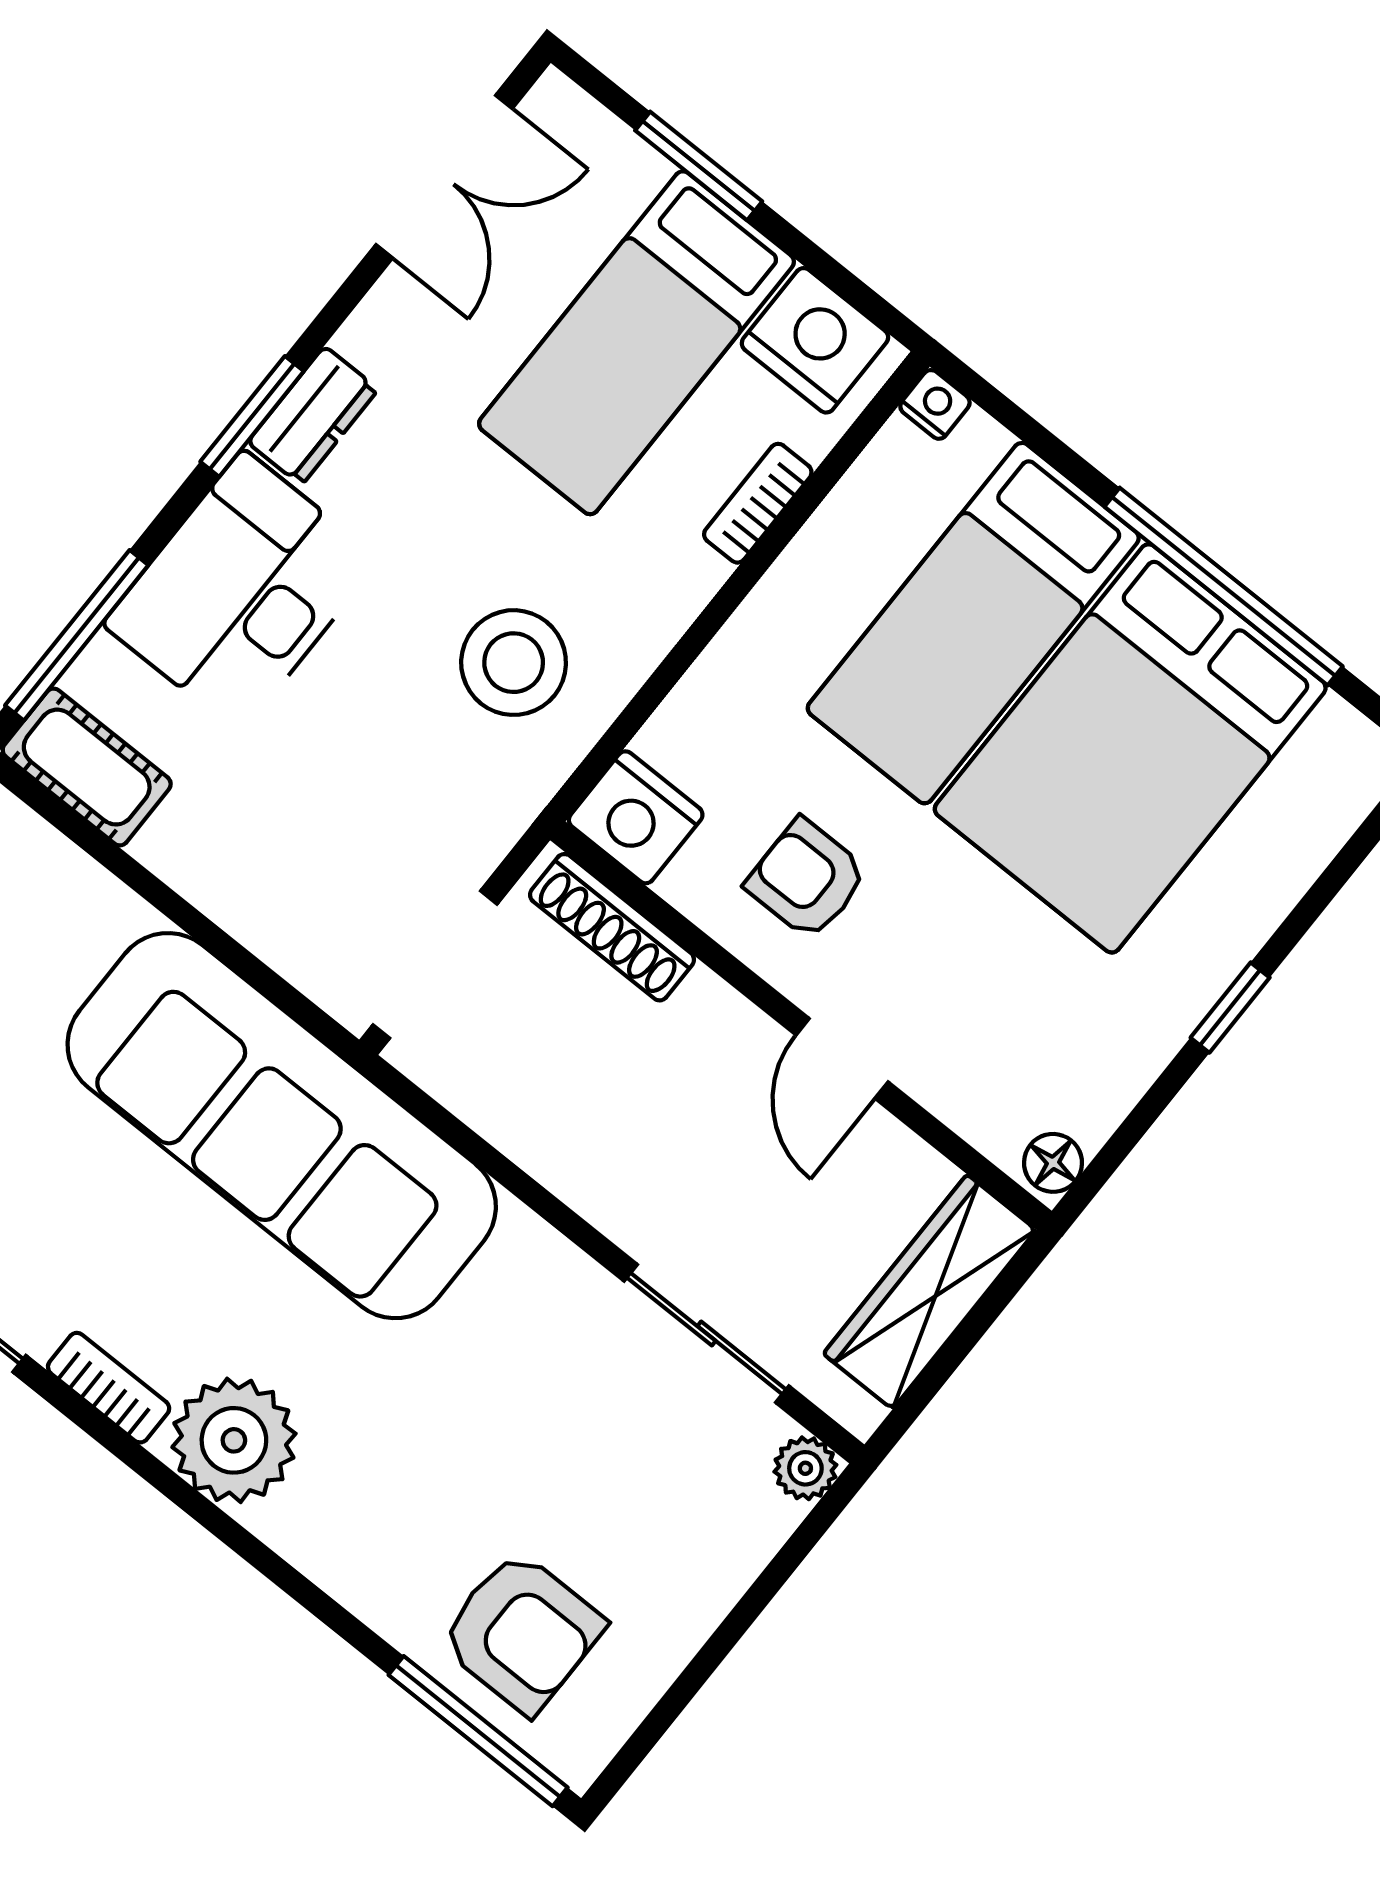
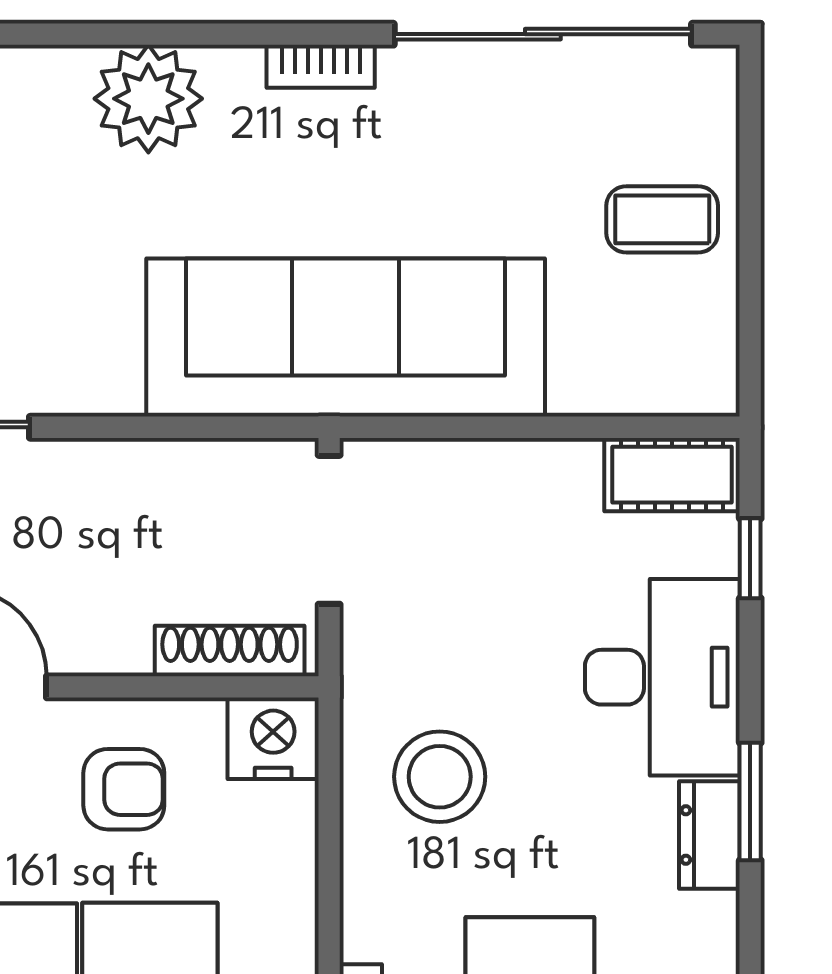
window: (77, 635) -> (750, 558), width x0.46
plant: (234, 1440) -> (148, 99), moved

